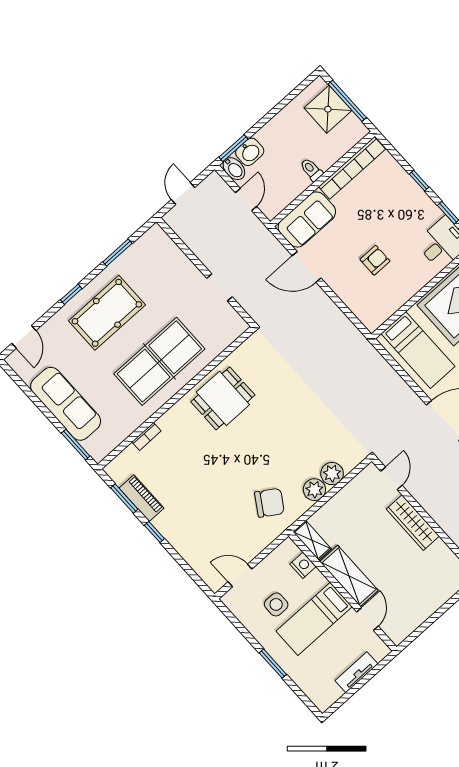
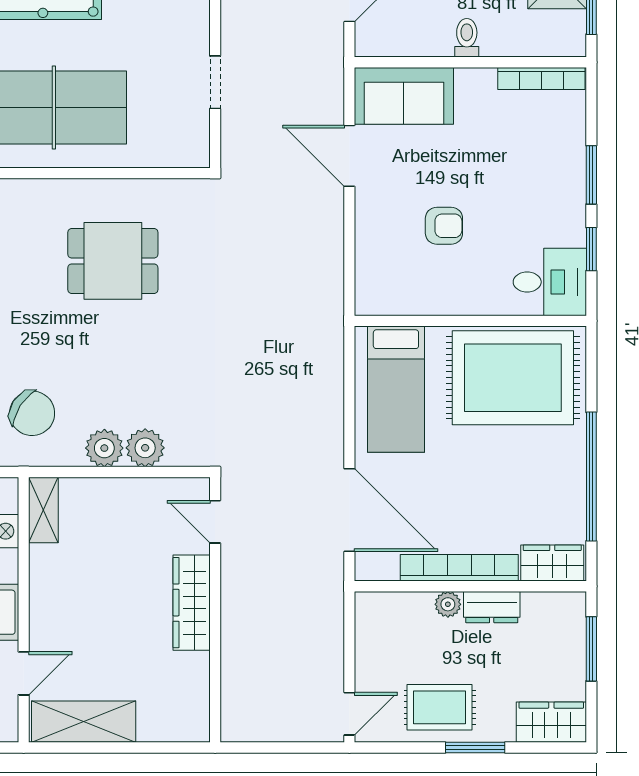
bookcase: (352, 168) -> (541, 78), width x0.68, depth x0.76
window: (419, 181) -> (591, 175), width x1.50
dining table: (223, 398) -> (113, 261), moved
door: (391, 478) -> (215, 522), swing flipped
shelving: (349, 576) -> (84, 722), moved, turned 90

